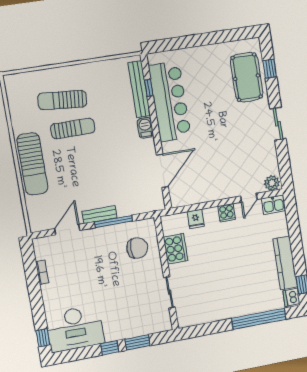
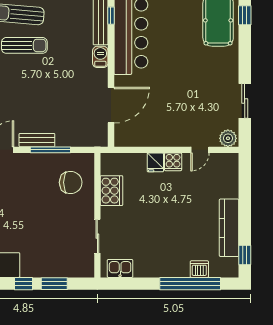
sliding door: (278, 124) -> (245, 101), moved
kitchen sink: (274, 205) -> (120, 268), moved, turned 180
fridge: (196, 219) -> (155, 162), moved
dishwasher: (291, 297) -> (199, 269), moved, turned 90

